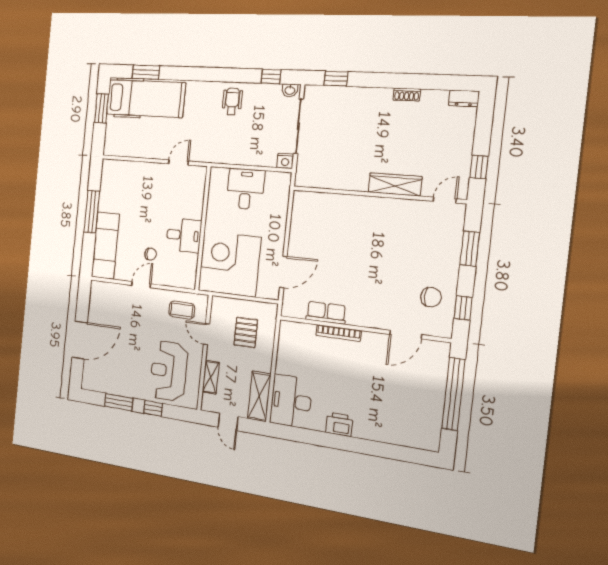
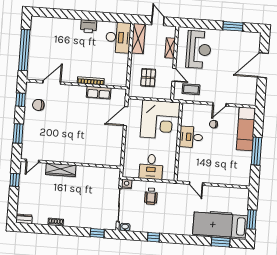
window: (271, 76) -> (153, 237), moved
wheelchair: (232, 101) -> (151, 196), moved
door: (178, 162) -> (196, 183), hinge flipped
window: (153, 408) -> (209, 25), removed

